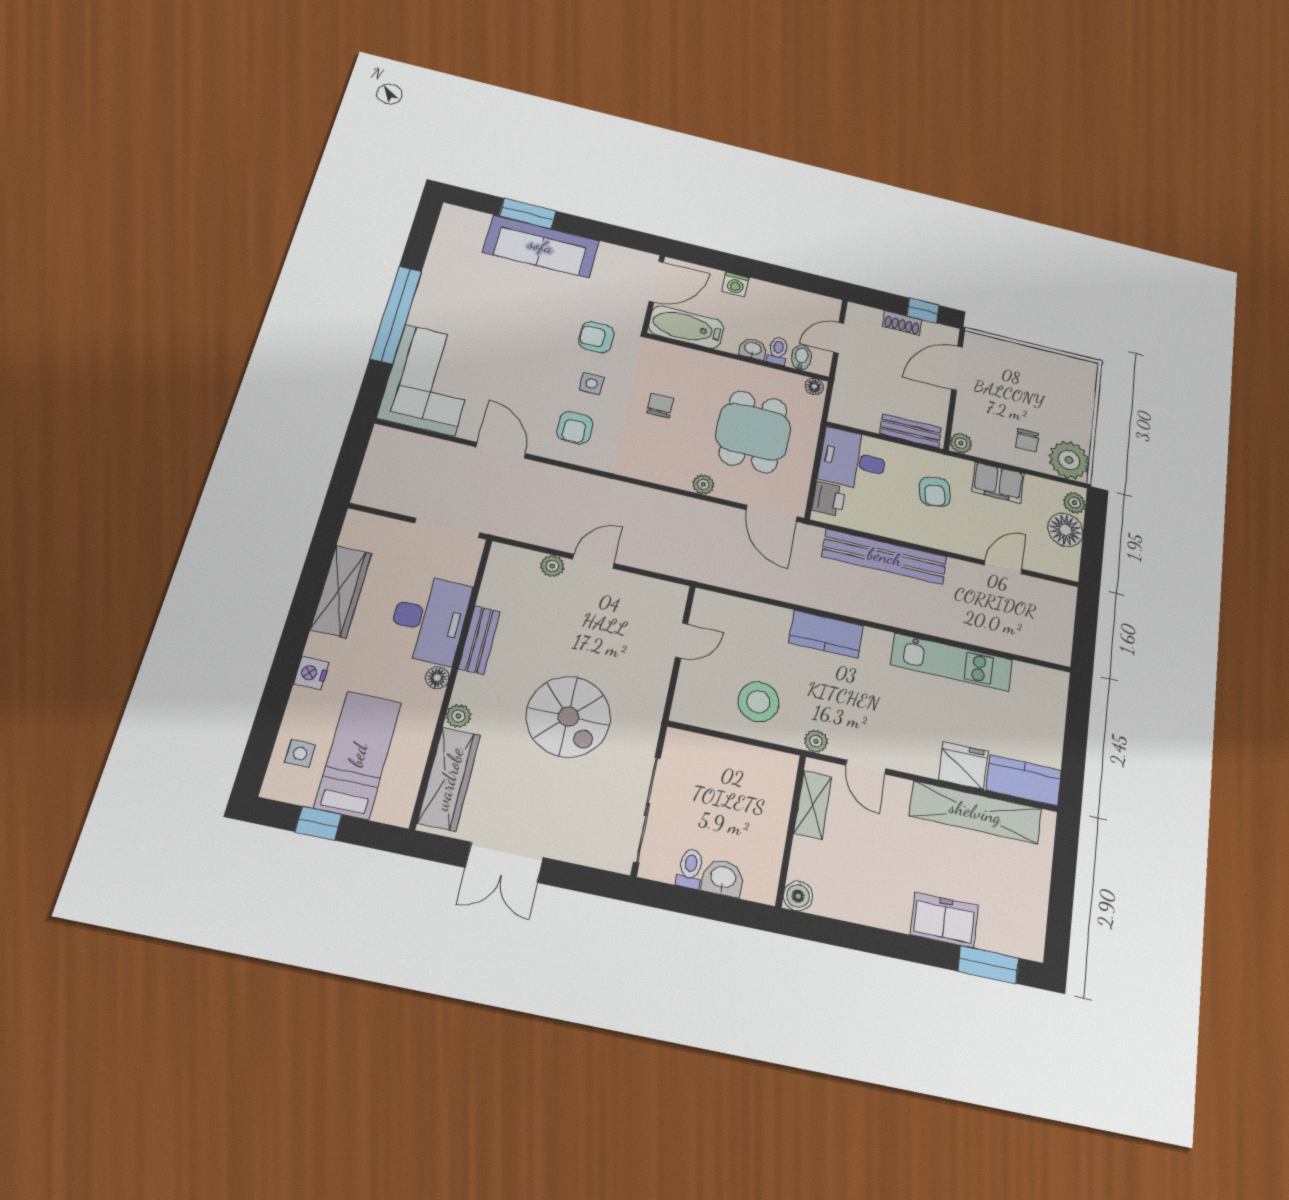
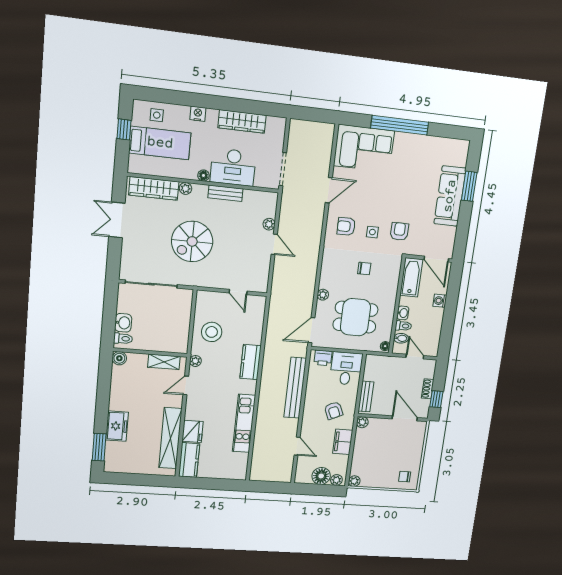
chair: (1027, 440) -> (405, 477), moved
plant: (1069, 460) -> (354, 481), width x0.53, depth x0.53
armchair: (935, 492) -> (334, 410), turned -104
toilet: (690, 869) -> (123, 339), moved

